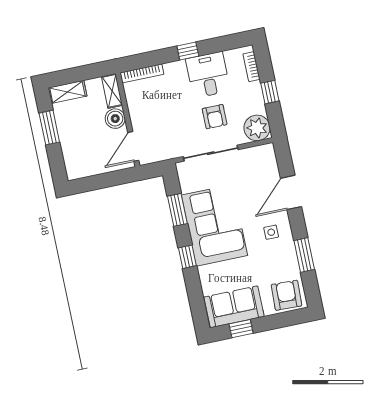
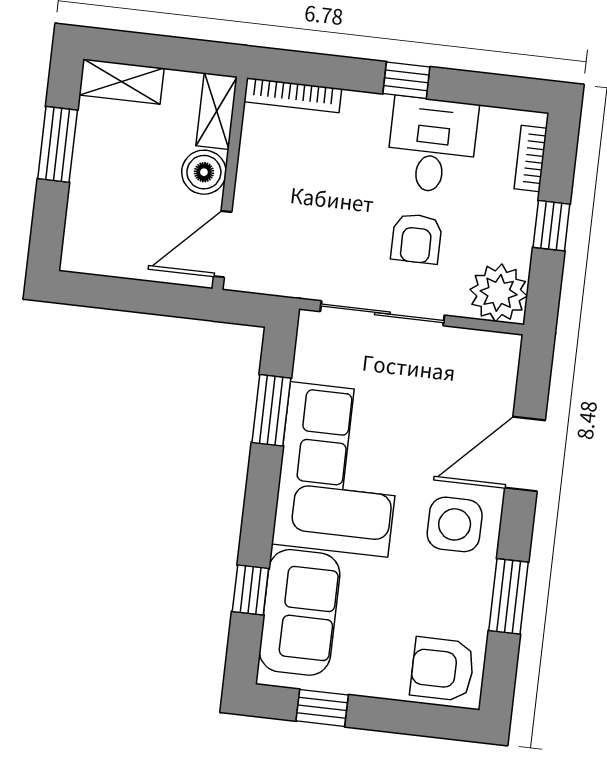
side table: (271, 232) -> (455, 524), width x1.87, depth x1.87
window: (187, 257) -> (250, 590), moved
armchair: (286, 295) -> (442, 669), turned -92
sofa: (234, 307) -> (300, 612), moved, turned 90

